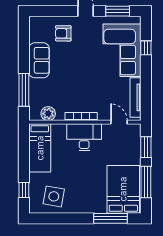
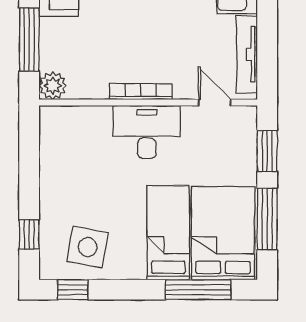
plant: (48, 114) -> (53, 86), moved
bed: (40, 148) -> (168, 233), moved, turned 180
window: (46, 218) -> (73, 290), added

